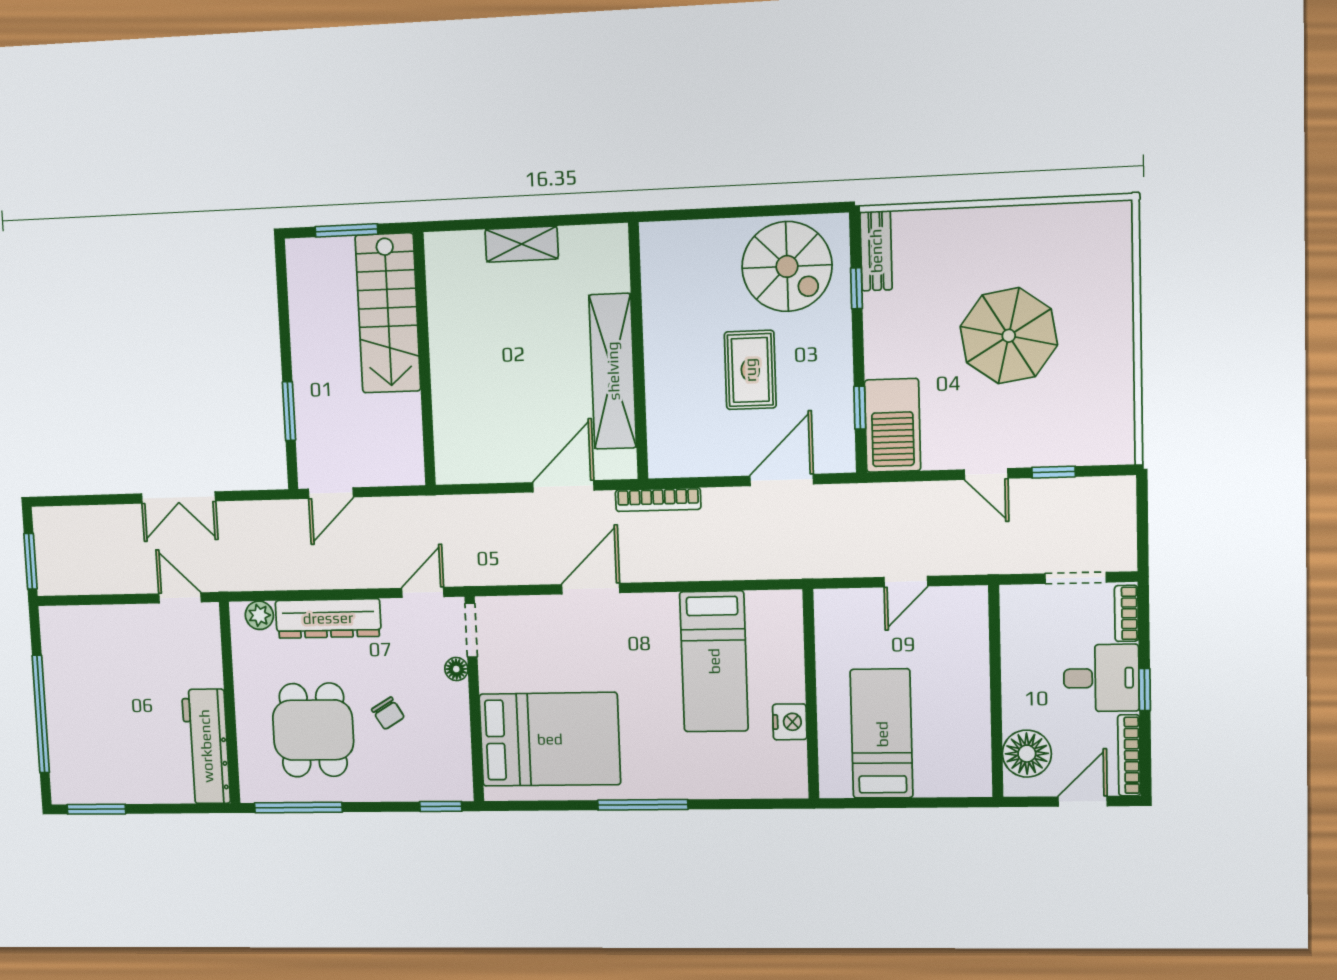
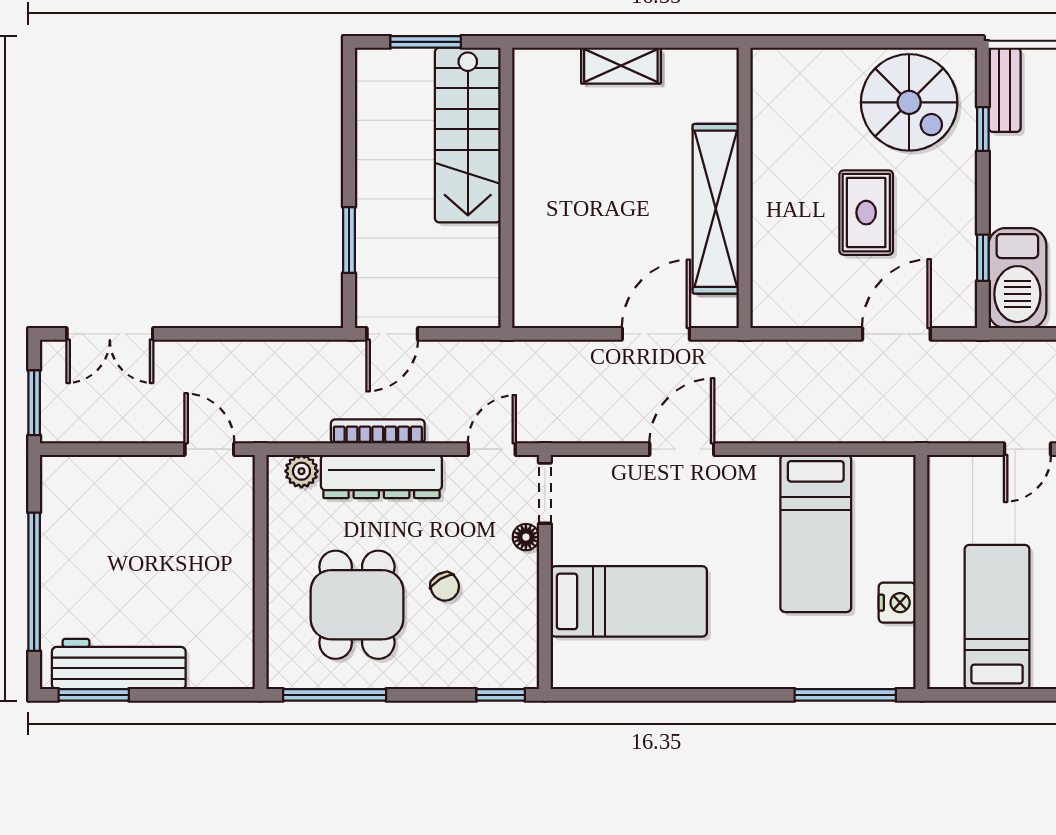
double door: (178, 497) -> (110, 334), moved
bookcase: (658, 500) -> (378, 431), moved, turned 180
bed: (550, 739) -> (629, 601), width x0.67
workbench: (206, 746) -> (119, 664), moved, turned 90
window: (643, 805) -> (845, 695), moved

